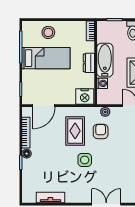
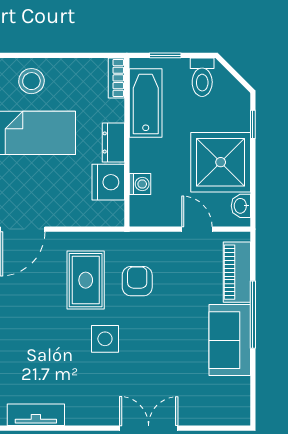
bathtub: (105, 60) -> (146, 103), moved
nightstand: (85, 96) -> (108, 182), moved, turned -90
plant: (105, 112) -> (147, 242), removed

